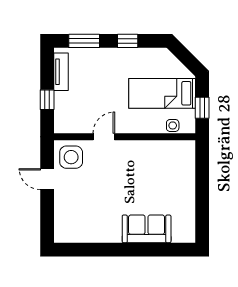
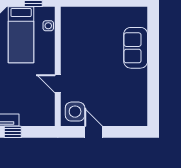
window: (47, 100) -> (13, 132), moved
door: (47, 179) -> (94, 132), swing flipped

